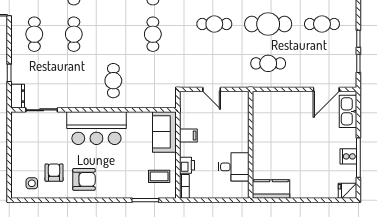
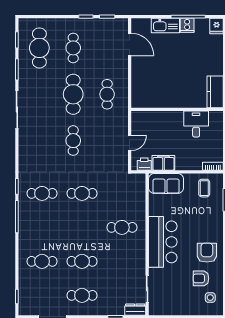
kitchen sink: (348, 111) -> (165, 26), moved
filing cabinet: (188, 136) -> (163, 163), width x2.00
printer: (187, 165) -> (144, 164), moved

